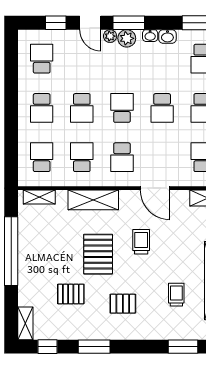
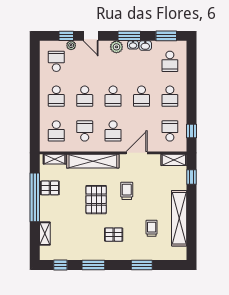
window: (129, 23) -> (129, 36), moved
plant: (110, 36) -> (71, 45), moved
school desk: (122, 108) -> (113, 96), turned 180
school desk: (42, 157) -> (56, 131), turned 180
door: (155, 188) -> (137, 153), swing flipped
shelving: (93, 200) -> (93, 161), width x1.47
pallet: (71, 294) -> (50, 188), moved
shelving: (25, 323) -> (45, 234), moved
window: (183, 347) -> (142, 265), moved

